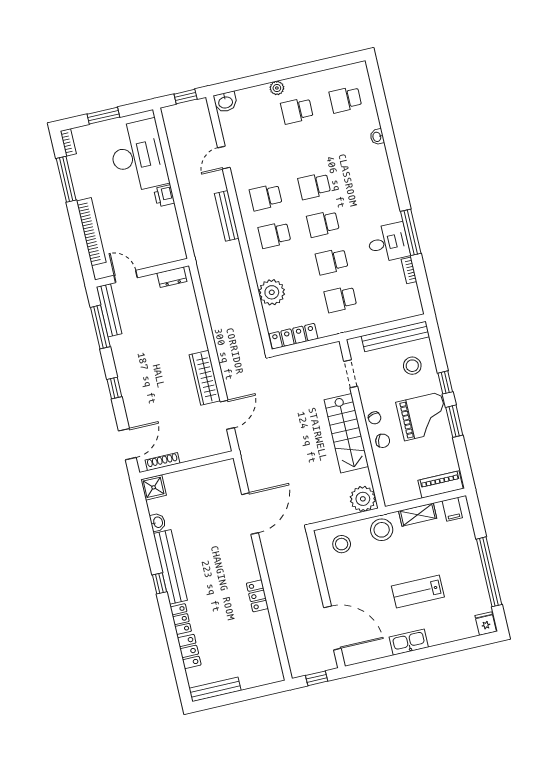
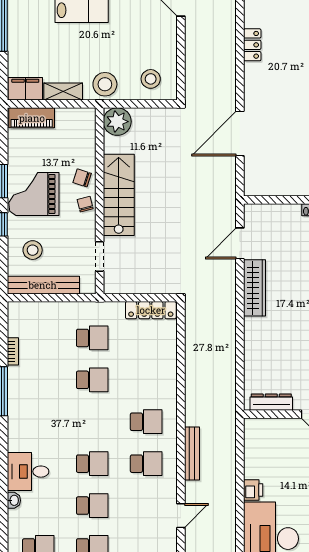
school desk: (323, 224) -> (92, 506), moved
desk: (388, 243) -> (28, 472), moved
dresser: (172, 277) -> (271, 402), width x1.44
plant: (272, 292) -> (163, 362), removed
filing cabinet: (452, 509) -> (25, 89), width x2.00

